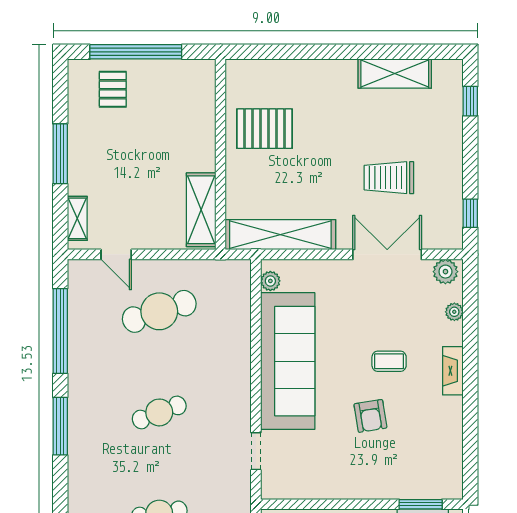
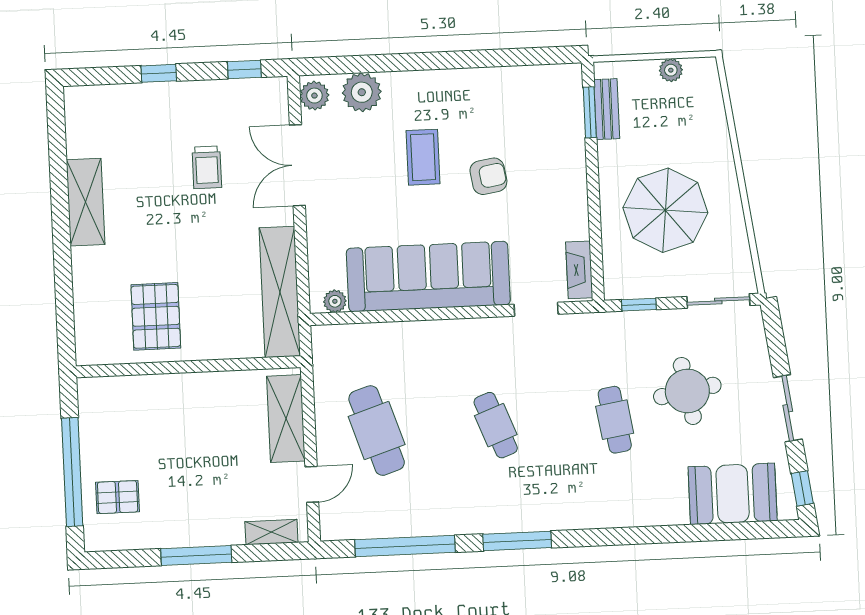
shelving: (395, 74) -> (86, 202), moved
window: (470, 101) -> (159, 73), moved
trolley: (389, 178) -> (207, 167), width x0.73, depth x0.72
shelving: (201, 210) -> (286, 419), moved, turned 90
plant: (454, 312) -> (362, 92), width x1.88, depth x1.88
coffee table: (389, 361) -> (423, 157), width x1.36, depth x1.30
fireplace: (453, 371) -> (579, 270), moved, turned 90

